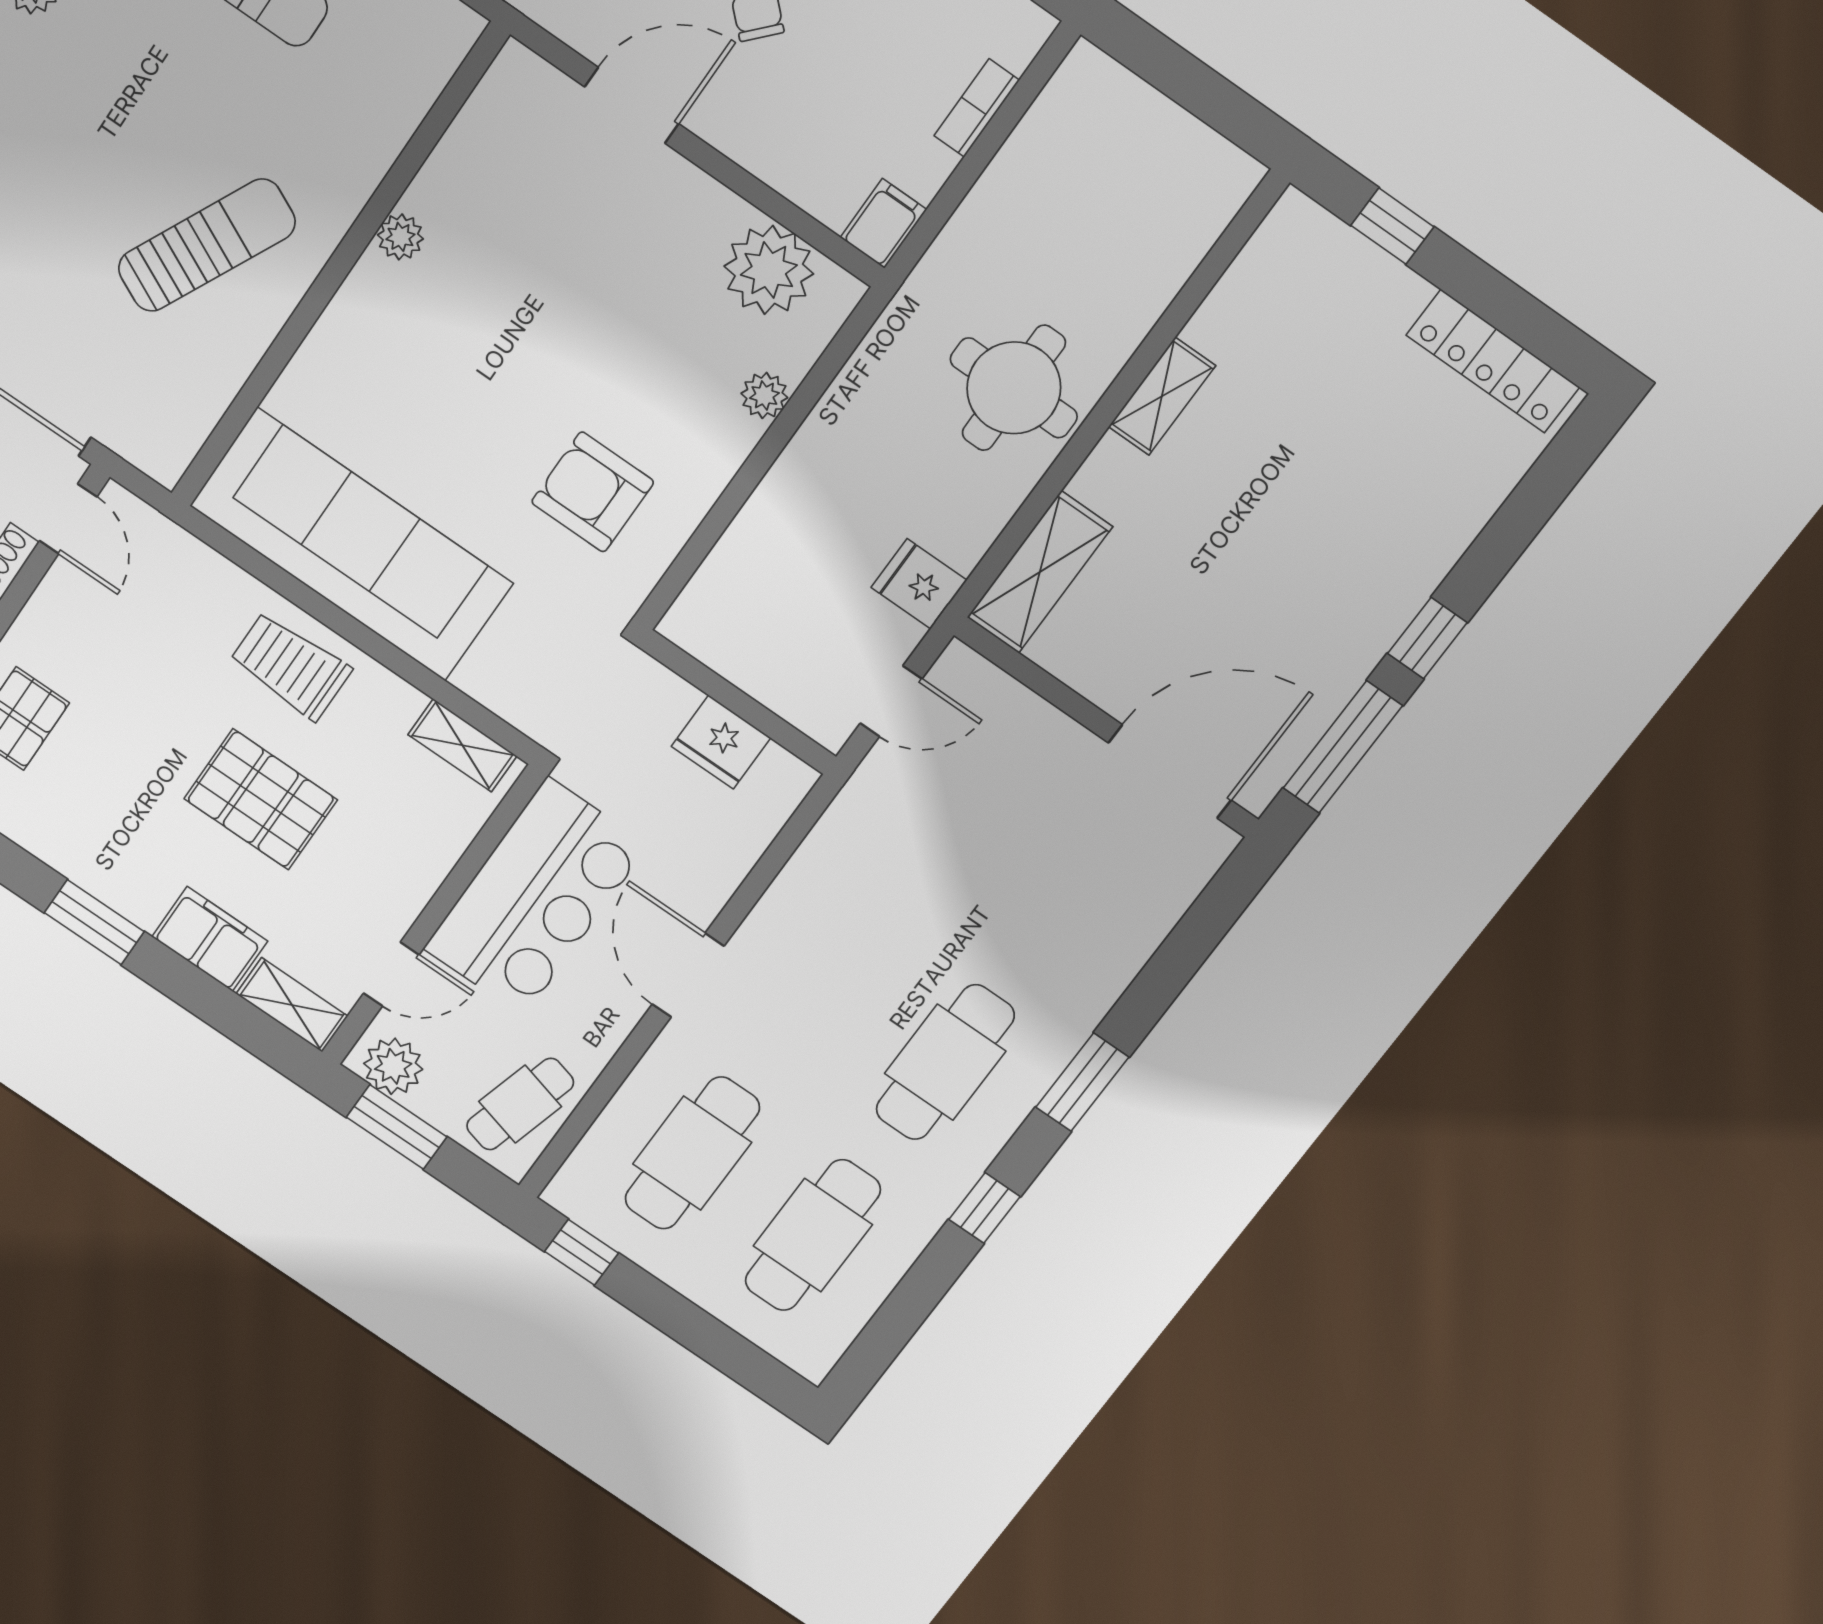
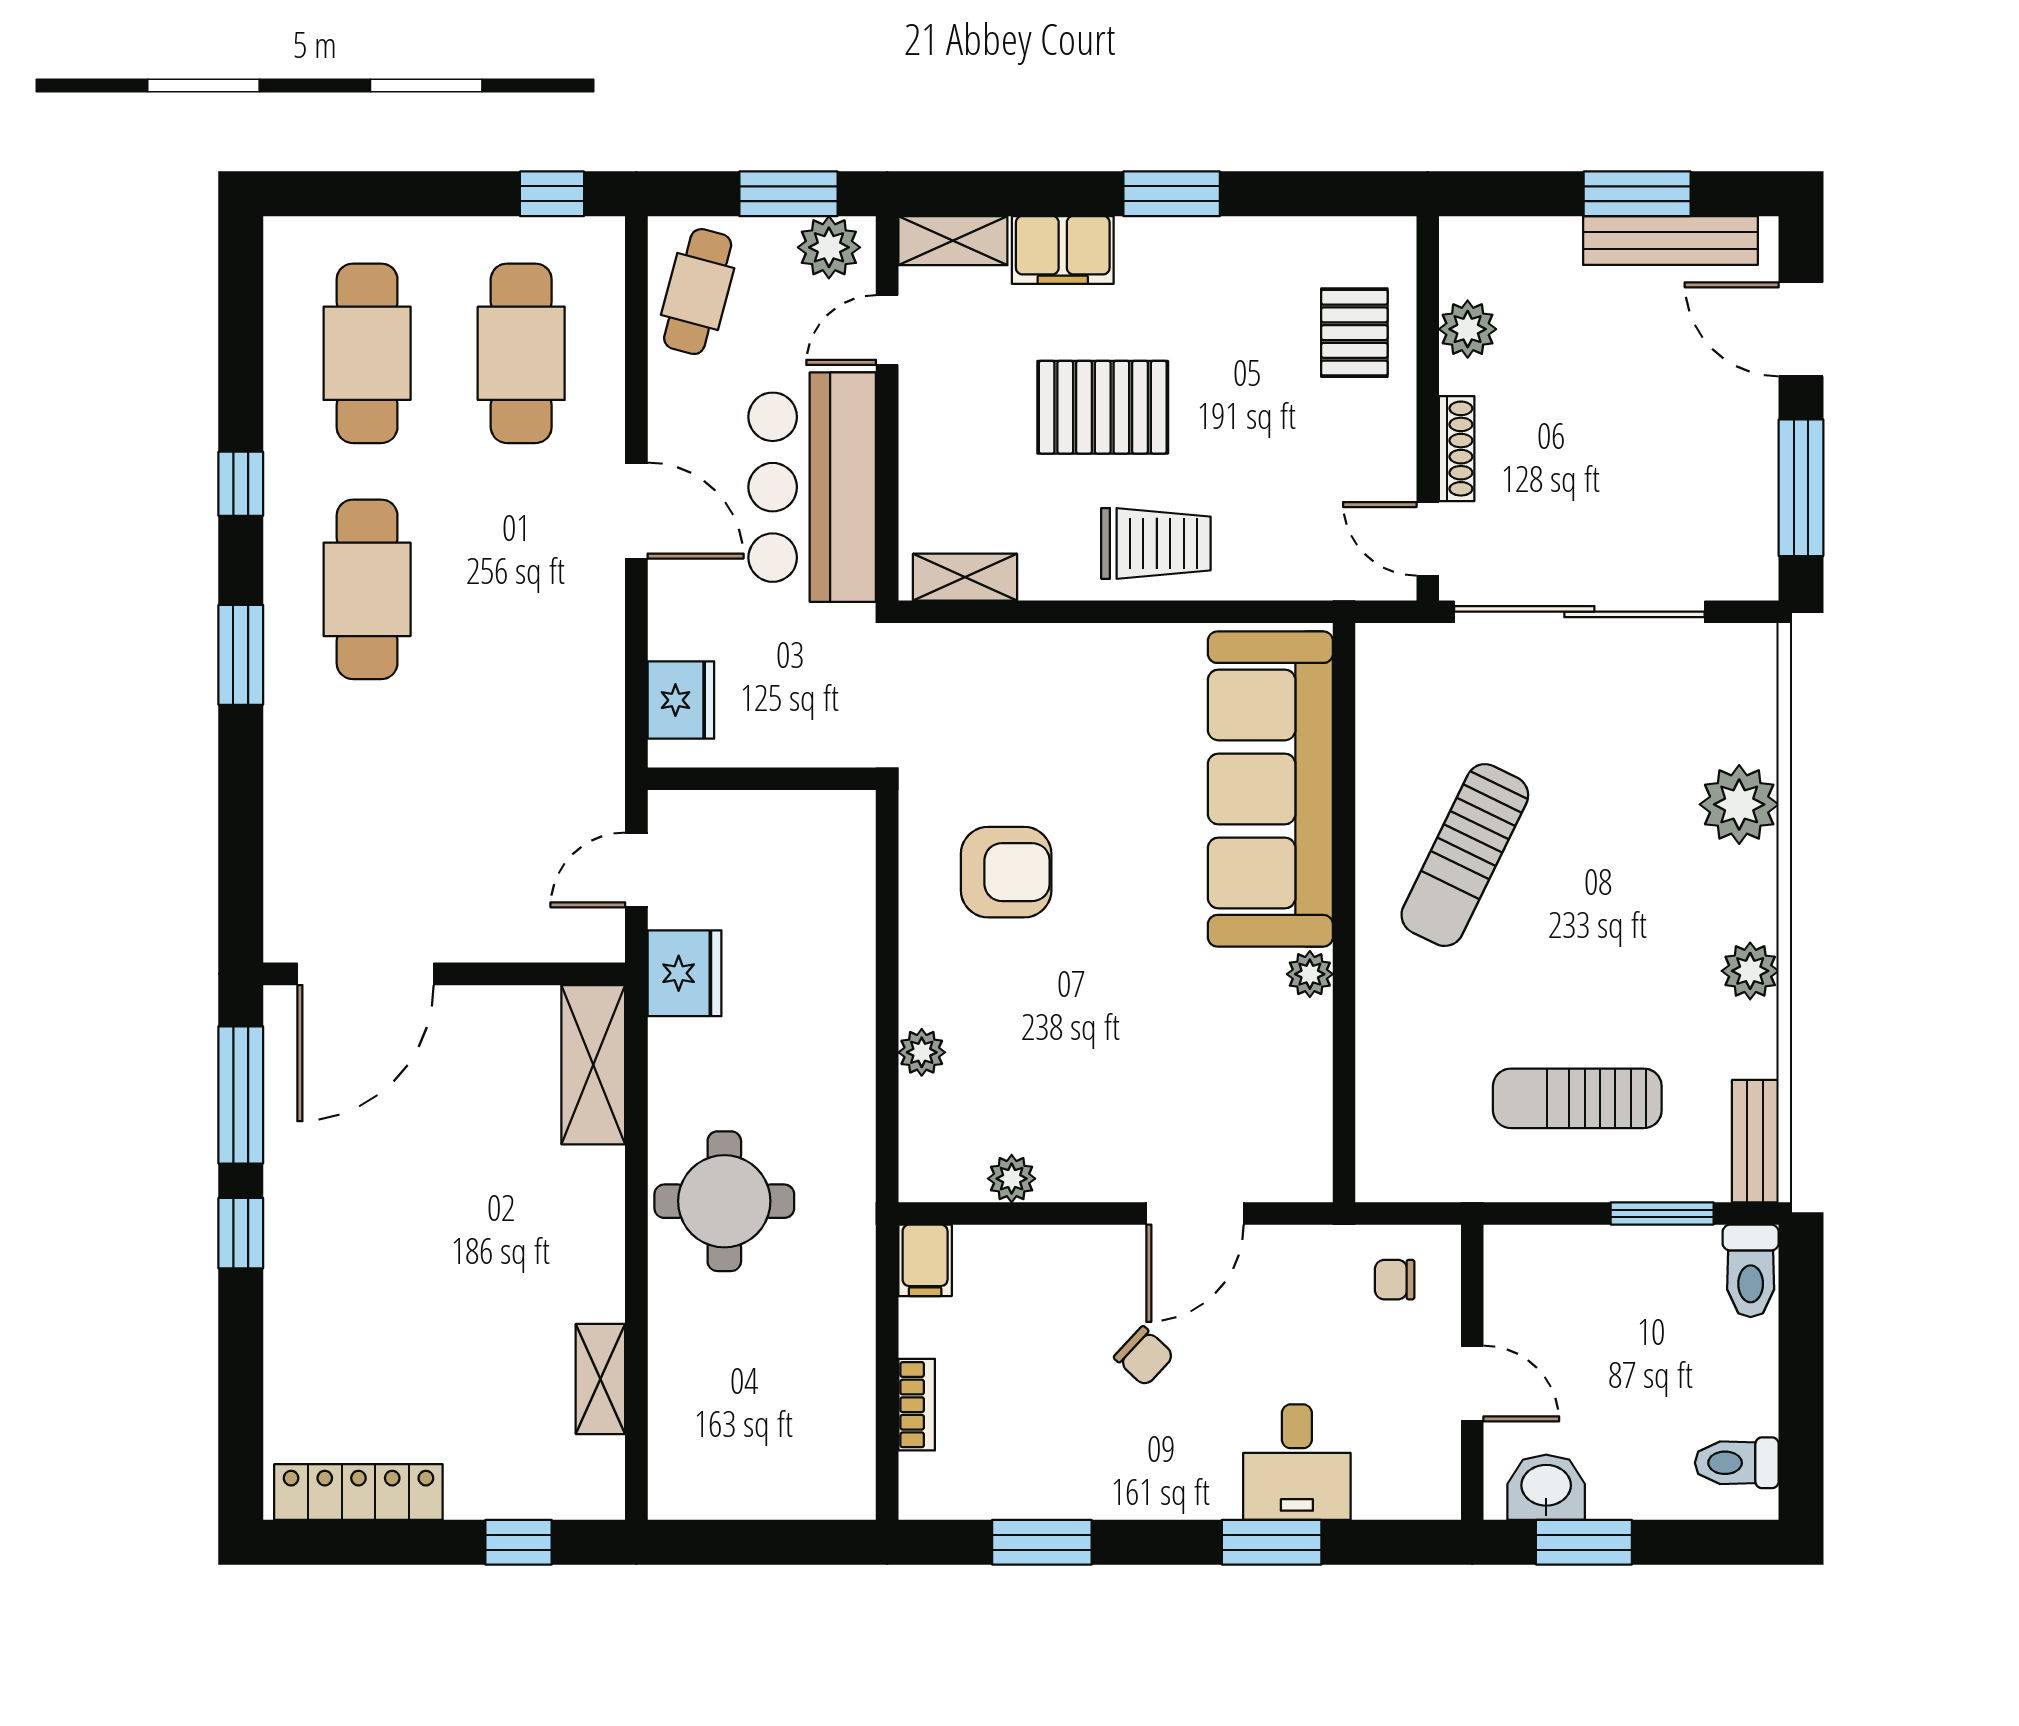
plant: (769, 270) -> (1012, 1179), width x0.53, depth x0.53
shelving: (1162, 396) -> (600, 1379), moved
sofa: (351, 545) -> (1270, 789), moved, turned 90
fridge: (919, 584) -> (684, 973), width x1.38
fridge: (721, 742) -> (681, 700), moved, turned 90

